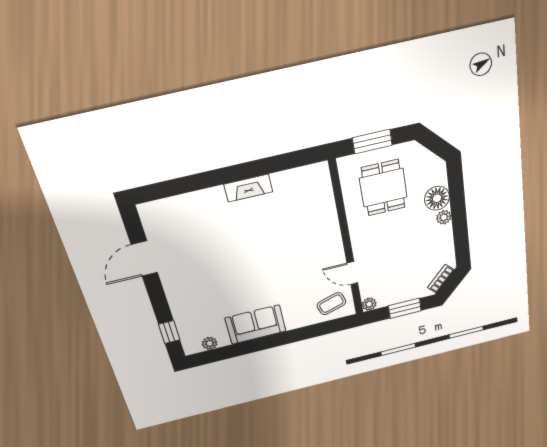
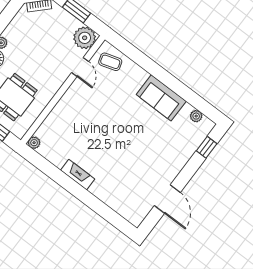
plant: (321, 170) -> (34, 143), added
door: (144, 259) -> (167, 199), hinge flipped
plant: (369, 304) -> (85, 38), width x1.87, depth x1.87

